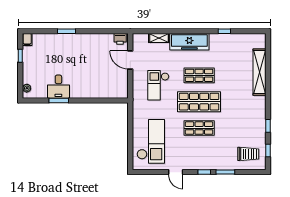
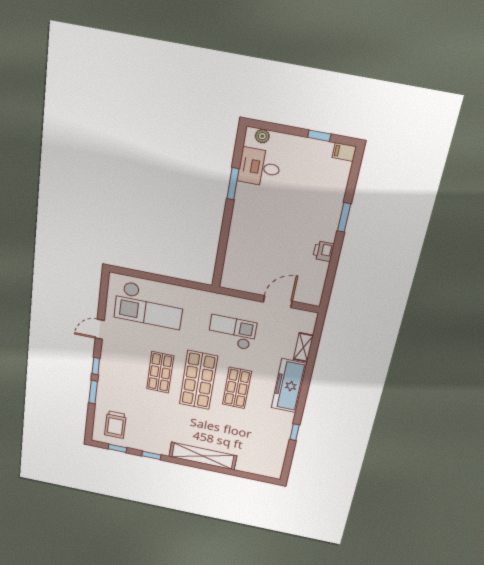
printer: (120, 39) -> (323, 251), moved
shelving: (259, 72) -> (203, 456), moved
desk: (58, 87) -> (259, 167), moved

